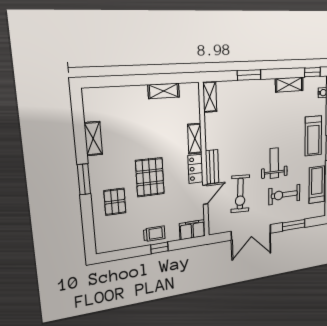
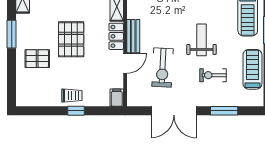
exercise bike: (284, 195) -> (213, 75), width x0.73, depth x0.72
pallet: (115, 202) -> (37, 59), turned 90
filing cabinet: (192, 230) -> (117, 98), width x0.50

